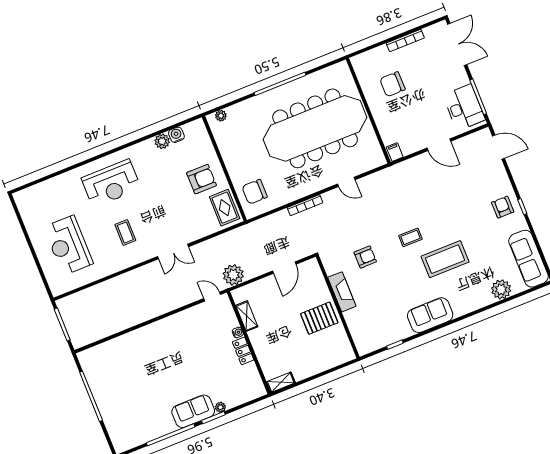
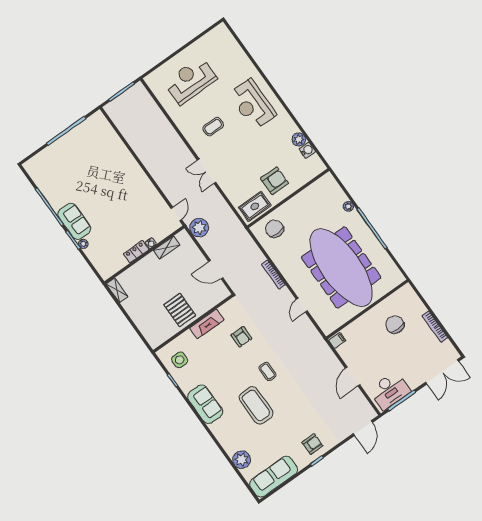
plant: (221, 116) -> (348, 206), moved
armchair: (202, 179) -> (274, 181), turned -90
side table: (374, 332) -> (180, 360), added

